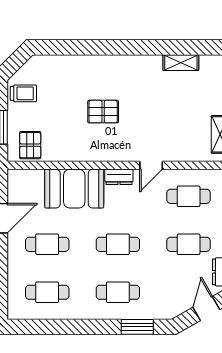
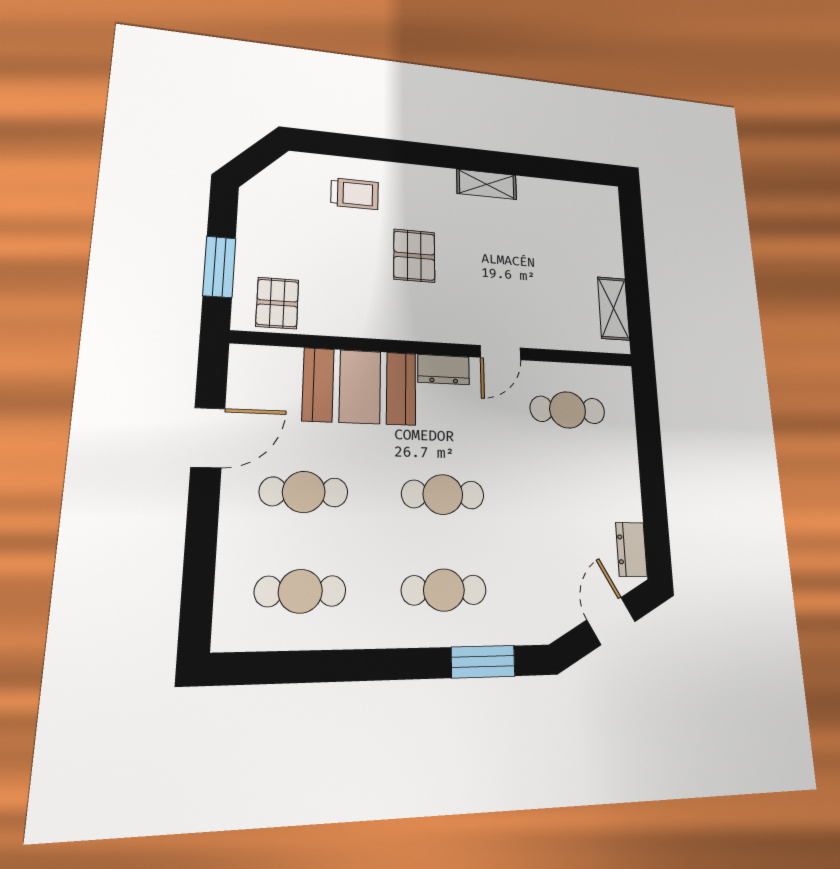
shelving: (181, 63) -> (487, 184), moved
trolley: (23, 93) -> (355, 194), moved
pallet: (103, 112) -> (414, 256), turned 90
cafe table: (189, 244) -> (572, 497), removed

